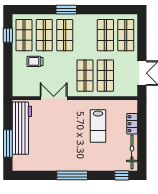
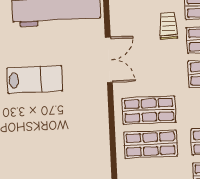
lab bench: (98, 126) -> (35, 79), moved, turned 180

